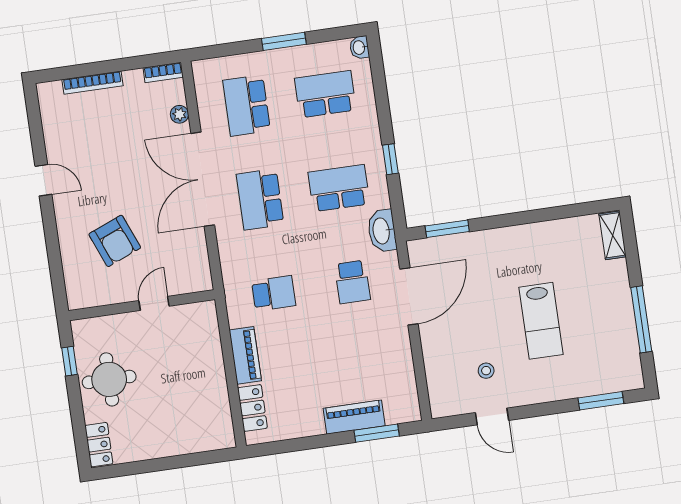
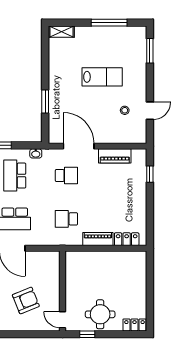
window: (447, 229) -> (45, 101), moved
washbasin: (382, 231) -> (36, 153), width x0.52, depth x0.69
school desk: (274, 293) -> (66, 219), turned -90
door: (154, 303) -> (63, 320), moved
piano: (354, 417) -> (115, 156), moved, turned -90
window: (377, 433) -> (150, 174), width x0.67

